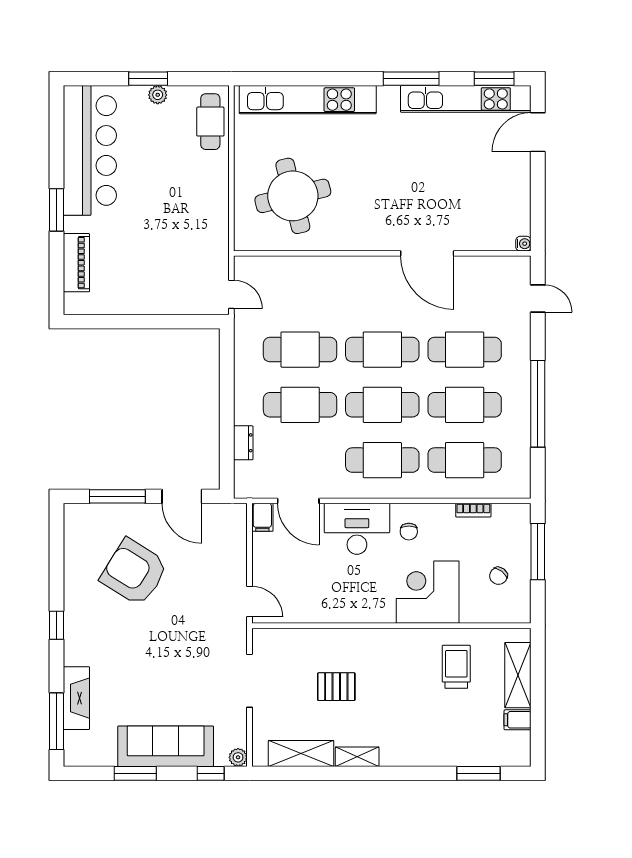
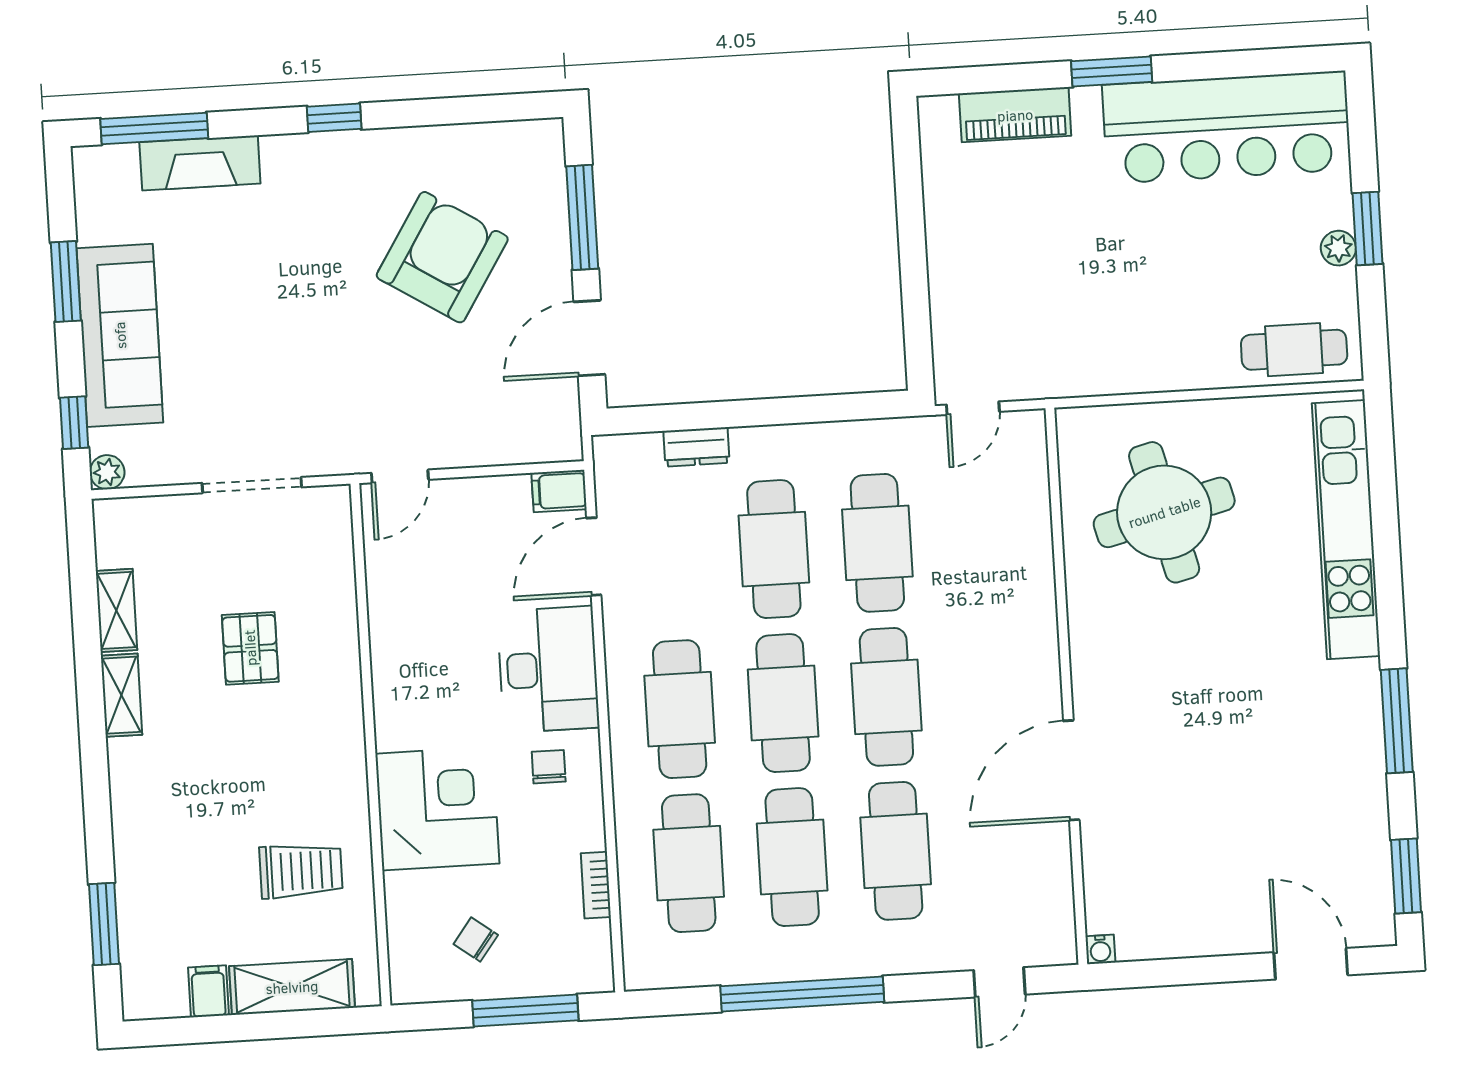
kitchen unit: (466, 99) -> (1365, 825), removed
chair: (409, 532) -> (549, 767), turned 90
shelving: (301, 753) -> (116, 610), width x0.67, depth x0.75

